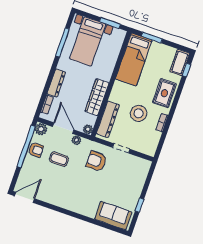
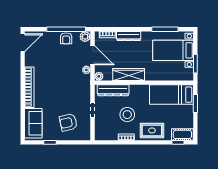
door: (63, 128) -> (93, 55), hinge flipped
coffee table: (59, 159) -> (65, 61), removed
armchair: (97, 161) -> (68, 122), moved, turned -103
door: (25, 197) -> (23, 43), hinge flipped
bookcase: (74, 207) -> (29, 87), added

